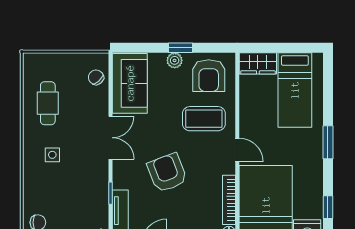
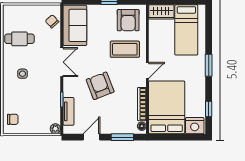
plant: (175, 60) -> (105, 10), removed
cafe table: (48, 103) -> (19, 39), turned 90
door: (237, 150) -> (147, 70), hinge flipped

